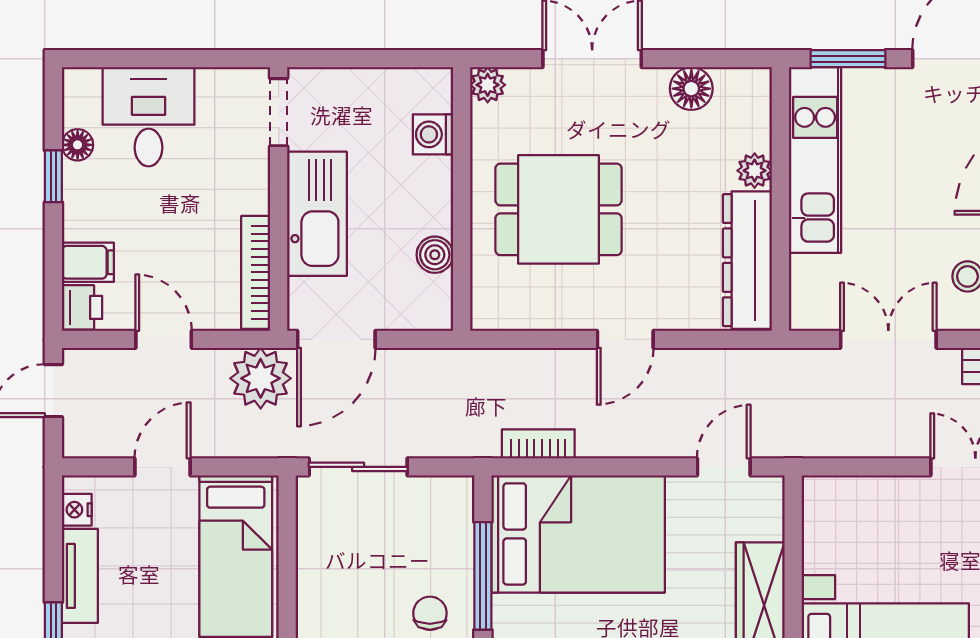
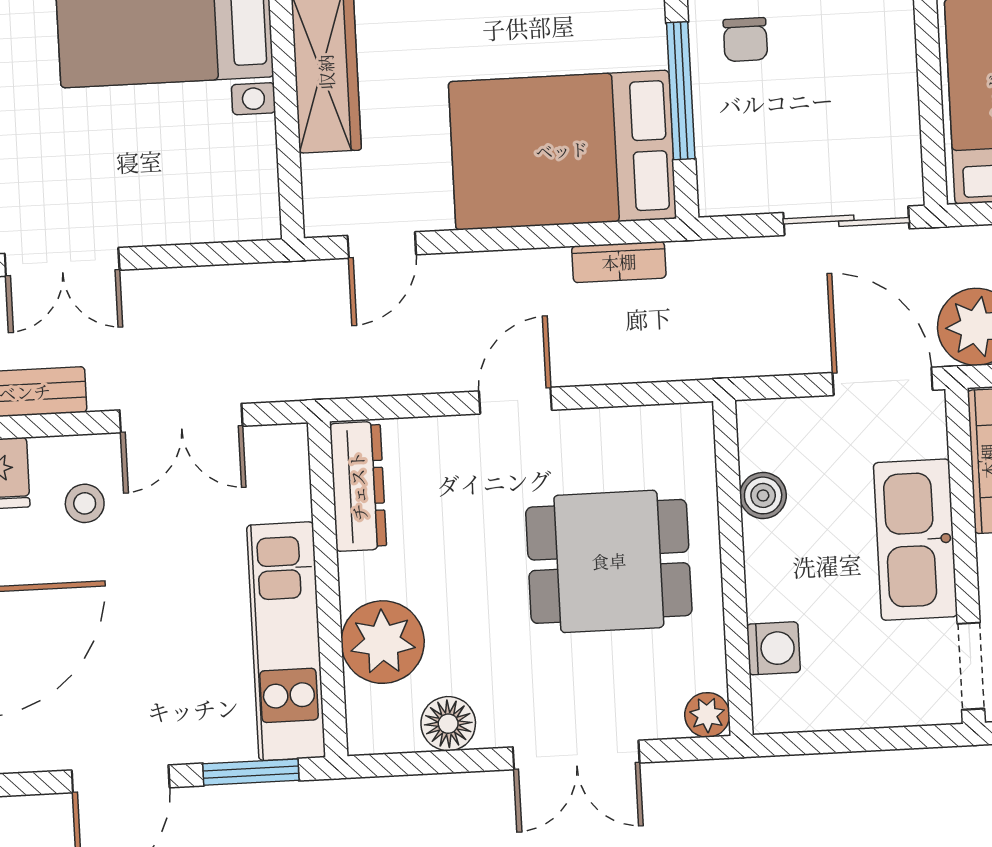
plant: (755, 171) -> (383, 642), width x1.87, depth x1.87
dresser: (747, 260) -> (358, 486), width x0.73, depth x0.80
door: (336, 339) -> (883, 381), hinge flipped

